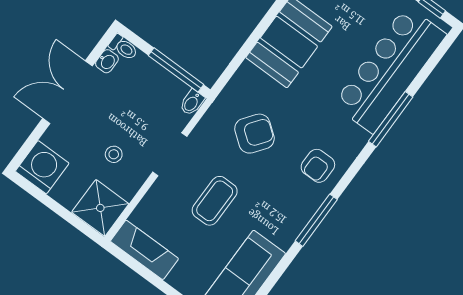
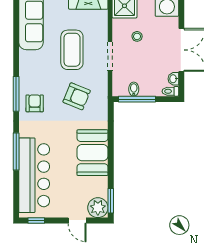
bidet: (192, 102) -> (134, 89), moved
armchair: (254, 134) -> (77, 96), turned -105
coffee table: (215, 201) -> (72, 50), width x1.36, depth x1.32
window: (316, 220) -> (16, 94), moved

